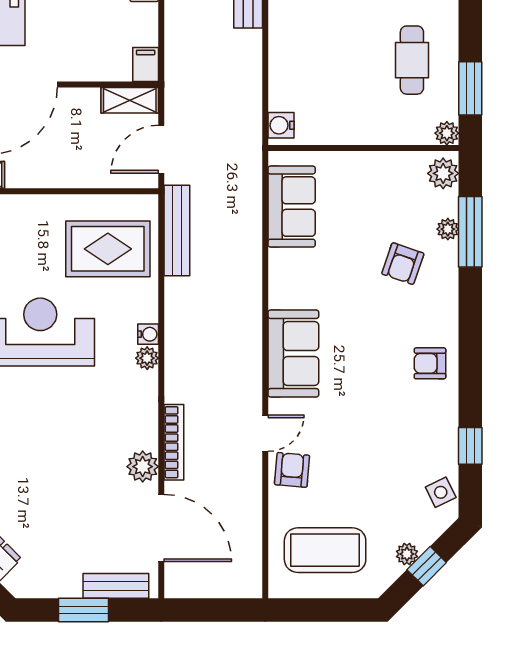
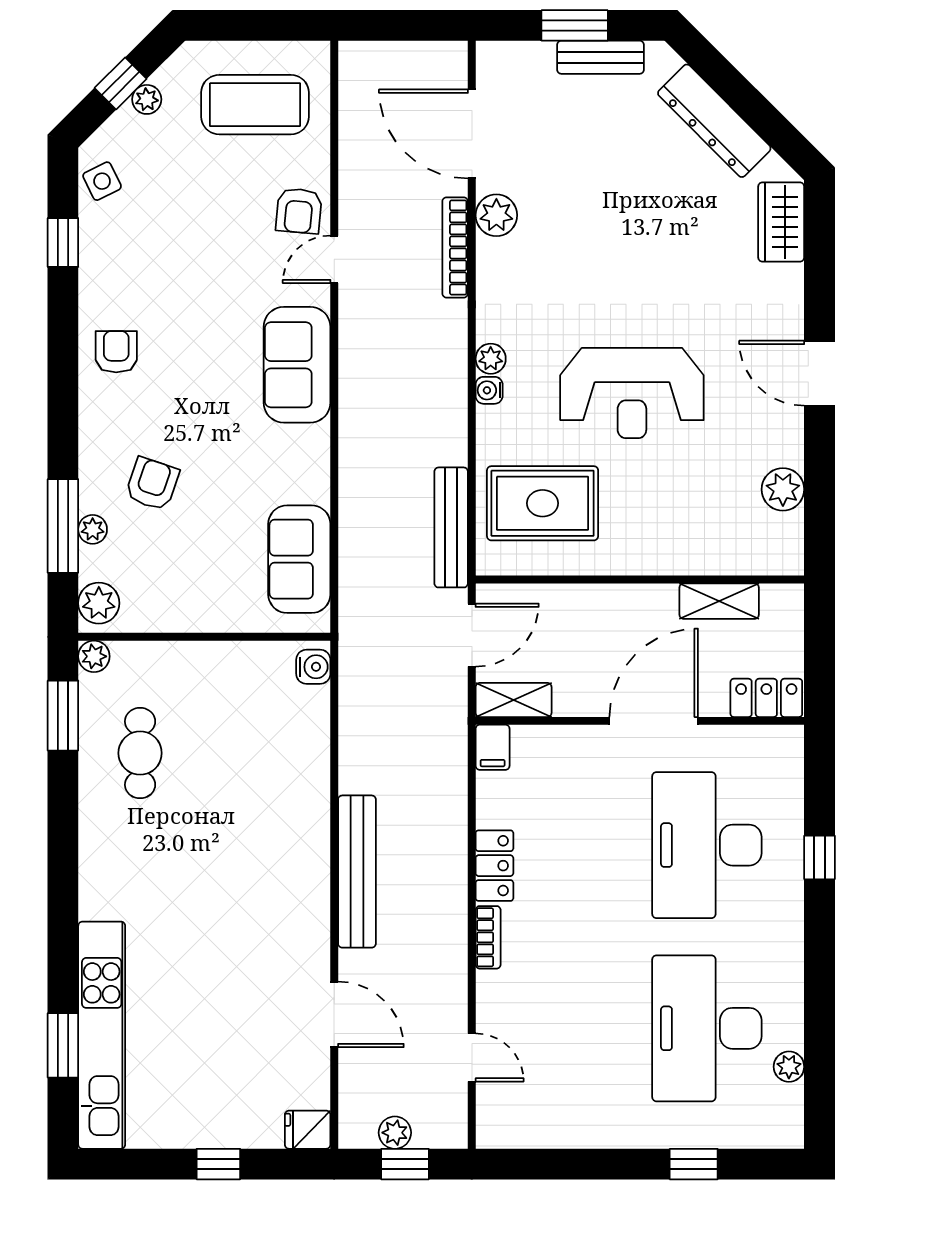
armchair: (430, 363) -> (116, 352), turned -90
bench: (116, 586) -> (600, 57), moved

